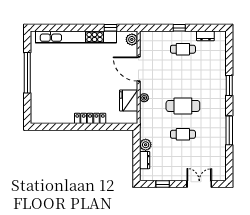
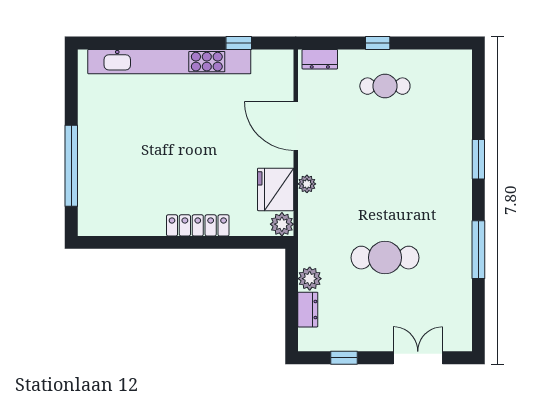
dresser: (205, 36) -> (320, 59), moved
plant: (132, 39) -> (282, 224), moved
window: (27, 73) -> (71, 166), moved
cafe table: (183, 106) -> (385, 200), removed
cafe table: (183, 134) -> (385, 258), width x1.37, depth x1.35

